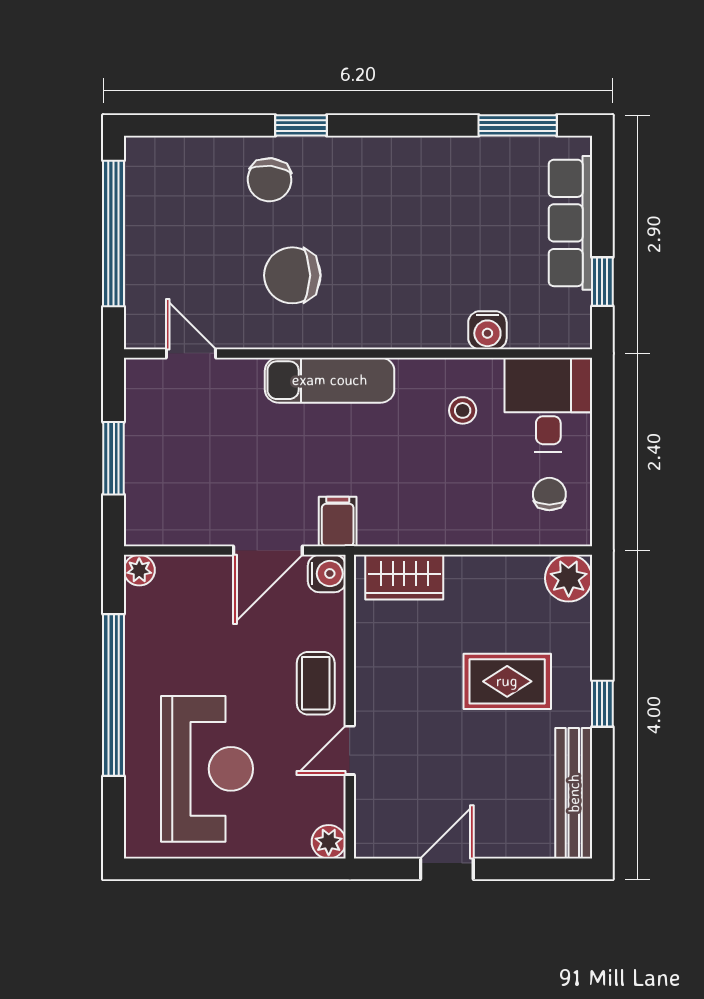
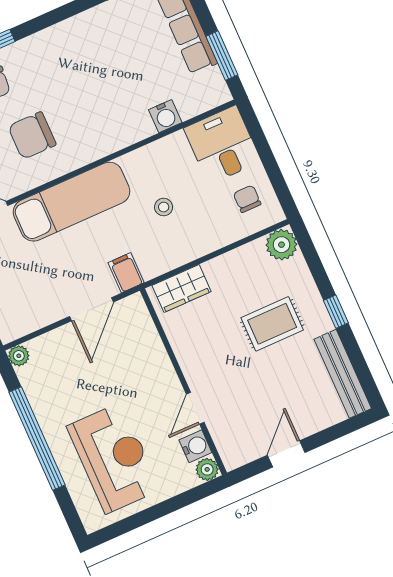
window: (602, 282) -> (222, 56), width x1.50
exam couch: (330, 380) -> (72, 202), width x1.36, depth x1.45
stool: (463, 410) -> (164, 207), moved
water cooler: (327, 574) -> (195, 446), moved
coffee table: (316, 683) -> (156, 377), removed

